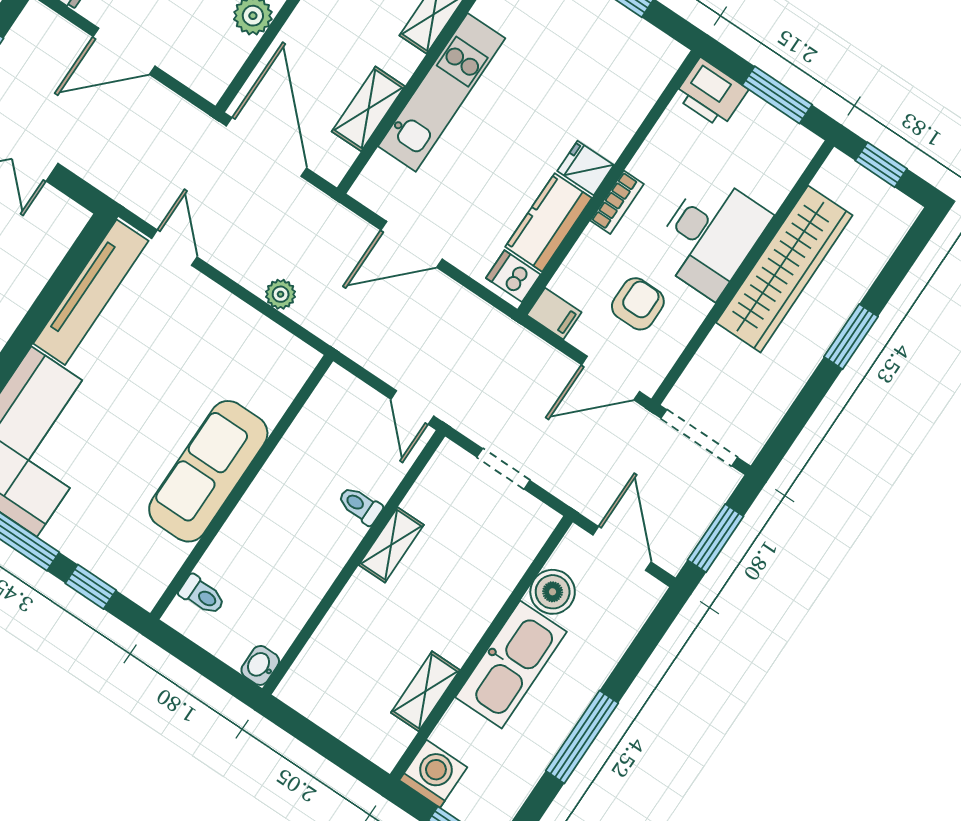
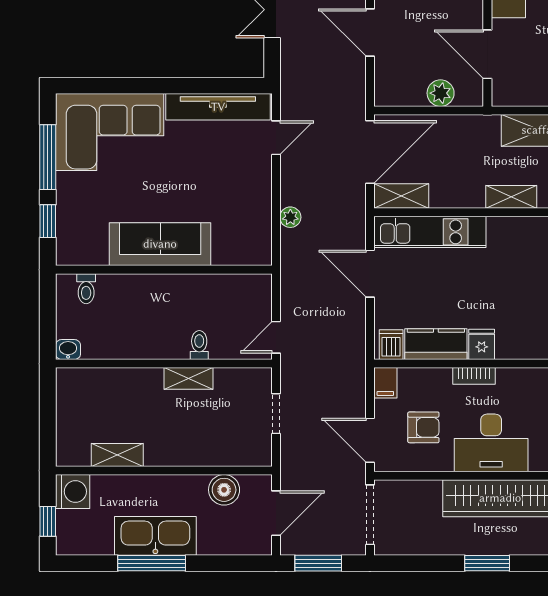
kitchen unit: (442, 92) -> (430, 232), moved
shelving: (368, 109) -> (401, 196), moved
kitchen sink: (511, 664) -> (155, 536), moved, turned 180

